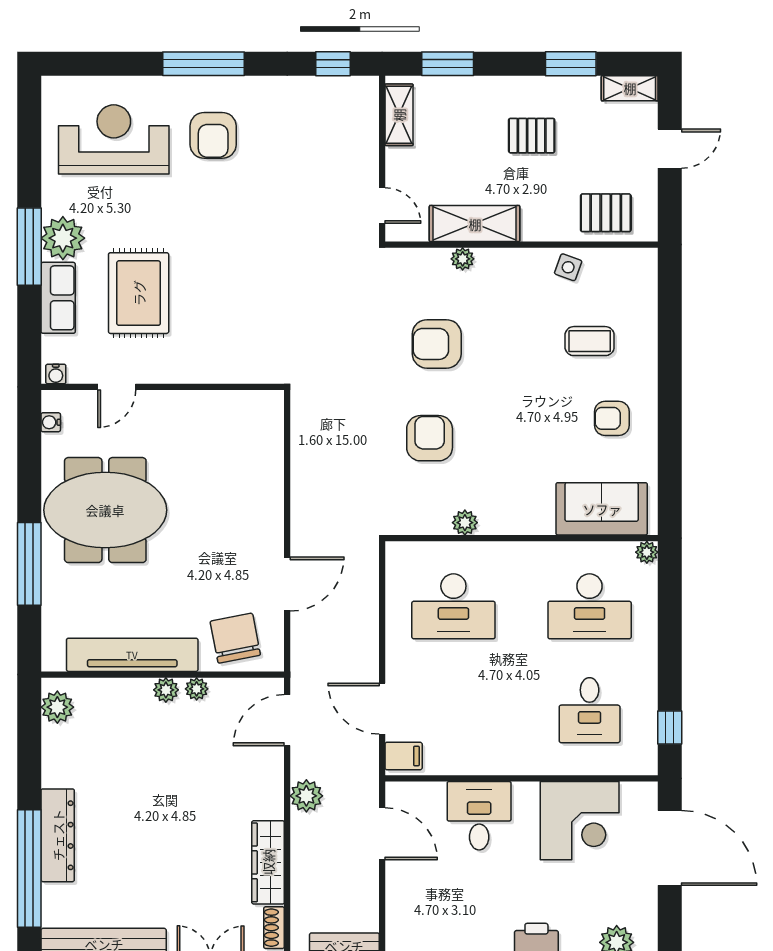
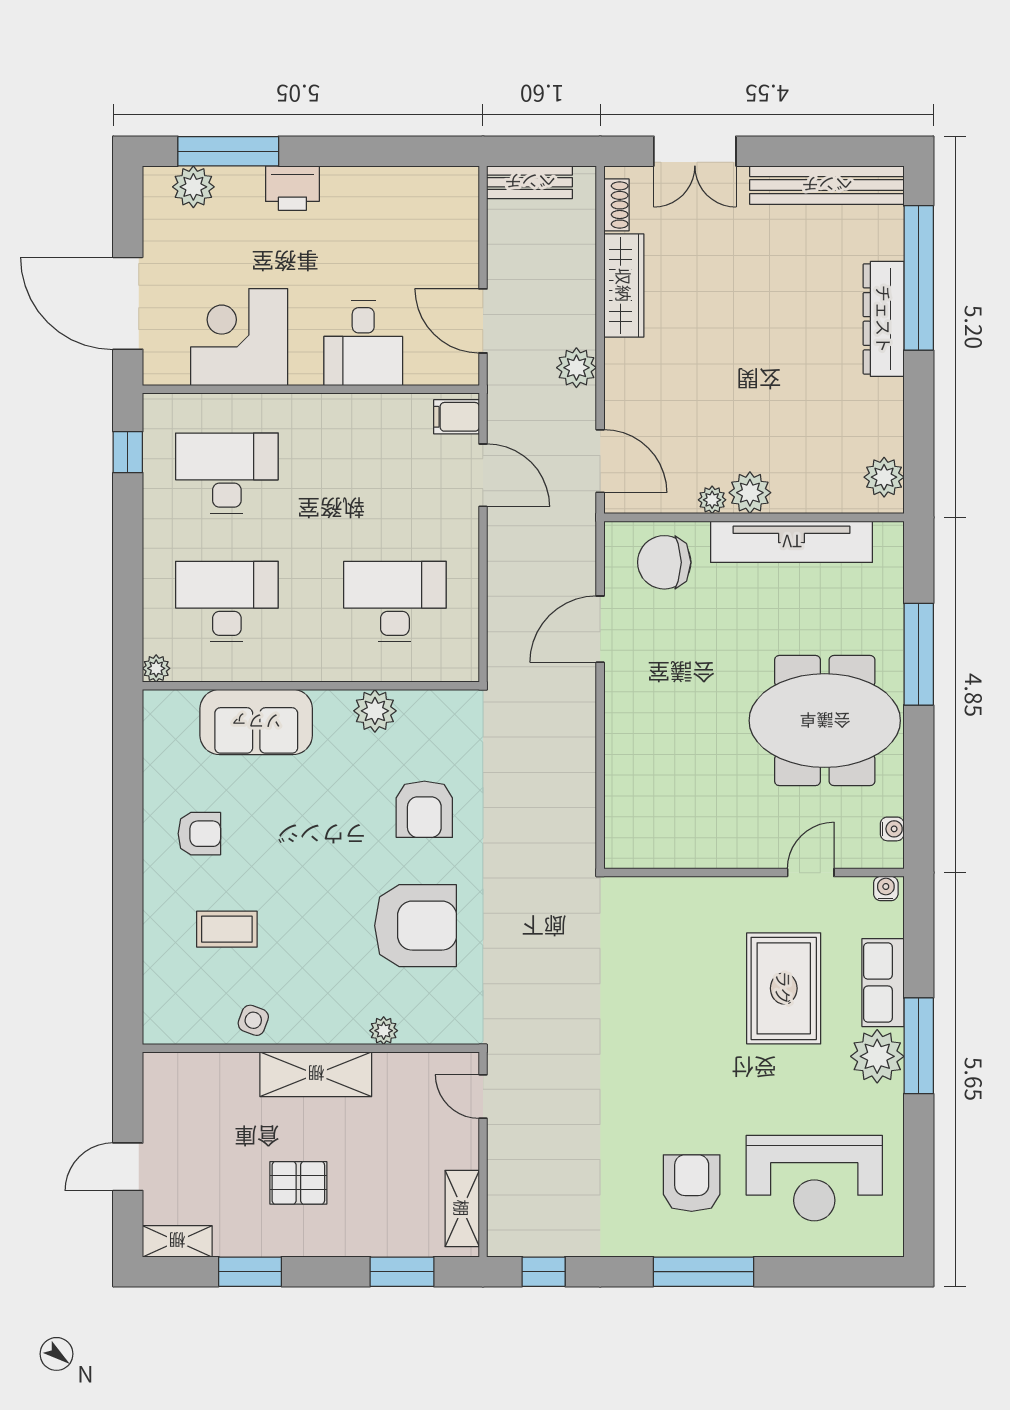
pallet: (606, 213) -> (207, 1087), removed
shelving: (475, 224) -> (316, 1074), moved
armchair: (437, 344) -> (416, 926), width x1.36, depth x1.36
sofa: (602, 509) -> (256, 722), moved
plant: (465, 523) -> (375, 711), width x1.38, depth x1.38
chair: (235, 638) -> (664, 562), turned 101
plant: (166, 690) -> (750, 493), width x1.38, depth x1.38
desk: (590, 710) -> (227, 473), width x1.37
door: (287, 720) -> (600, 461), hinge flipped

